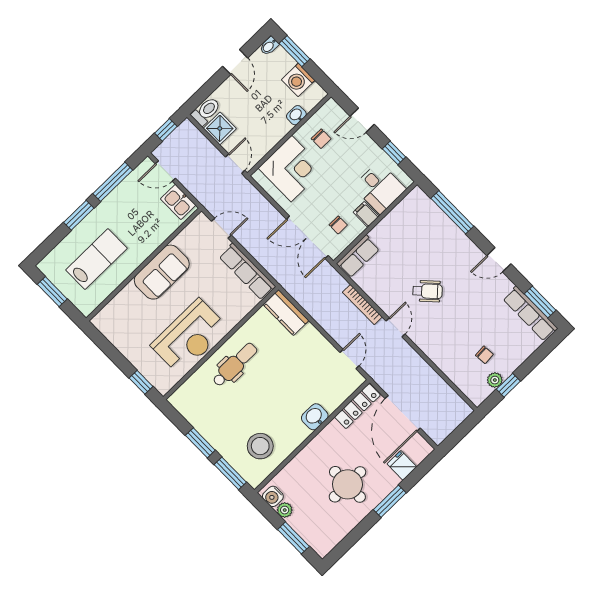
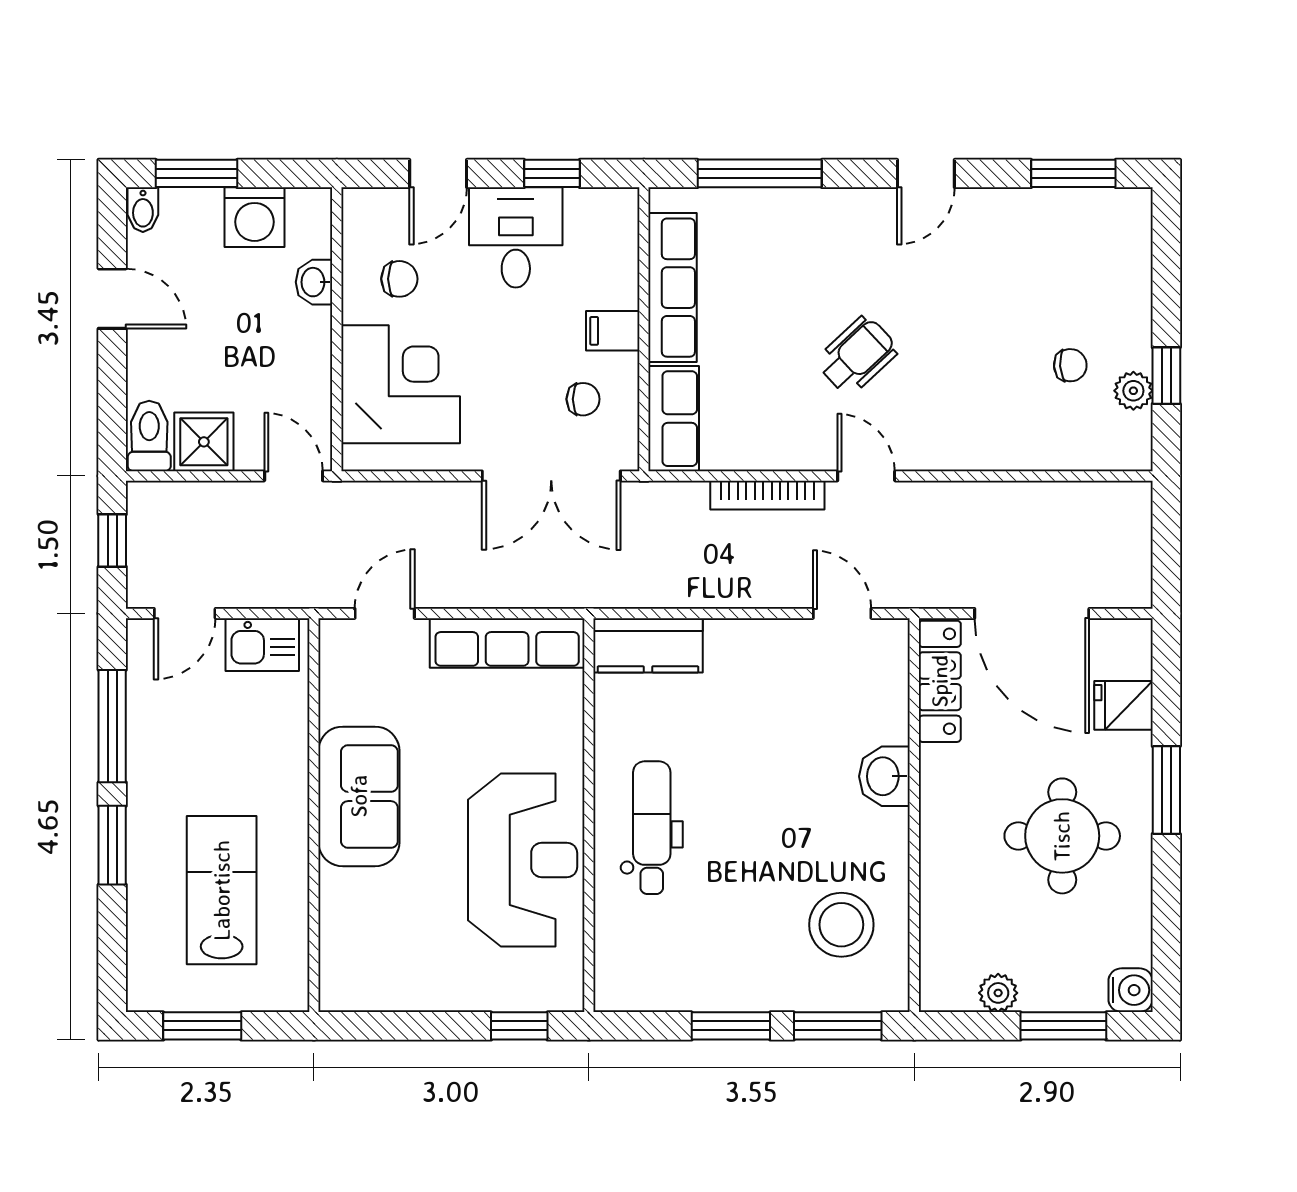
desk: (380, 188) -> (516, 237), moved, turned -90
row of seats: (530, 313) -> (673, 288), moved, turned -90
water cooler: (273, 496) -> (1131, 990), moved, turned -90

